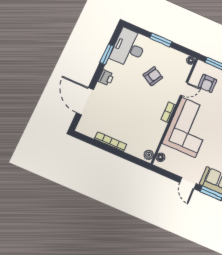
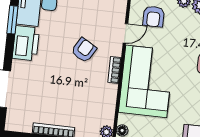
armchair: (153, 76) -> (84, 50), moved
printer: (106, 78) -> (26, 43), width x1.87, depth x1.48

